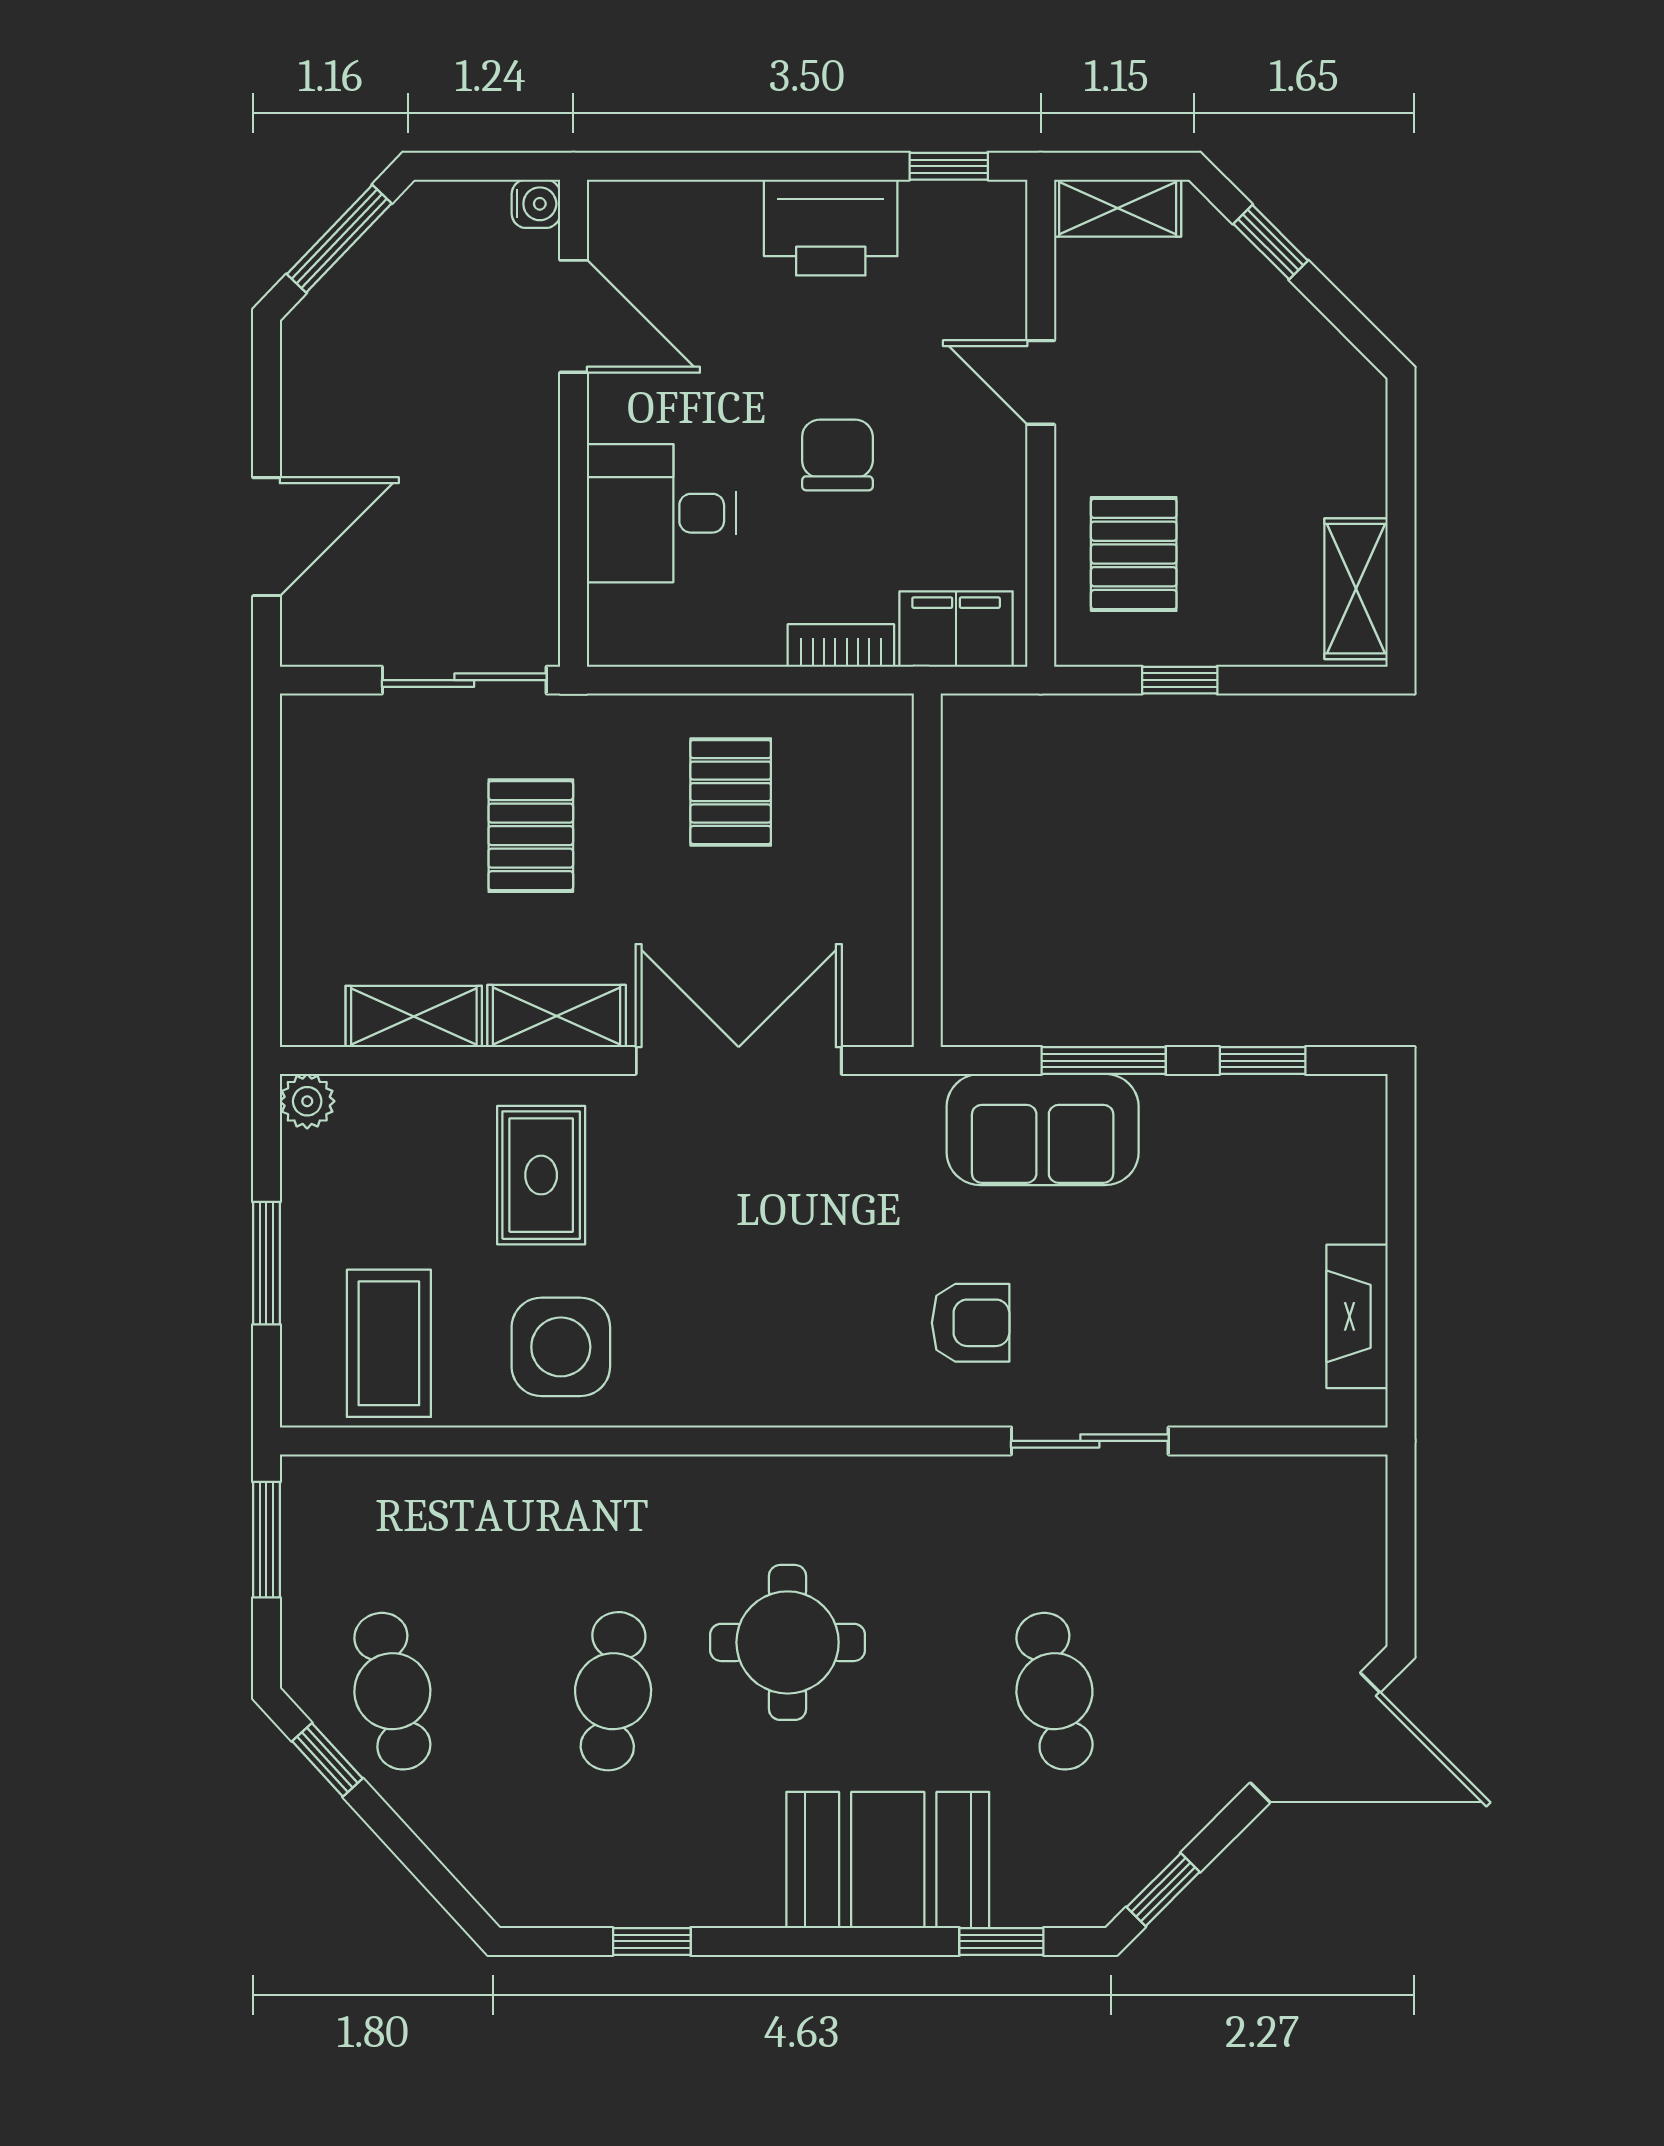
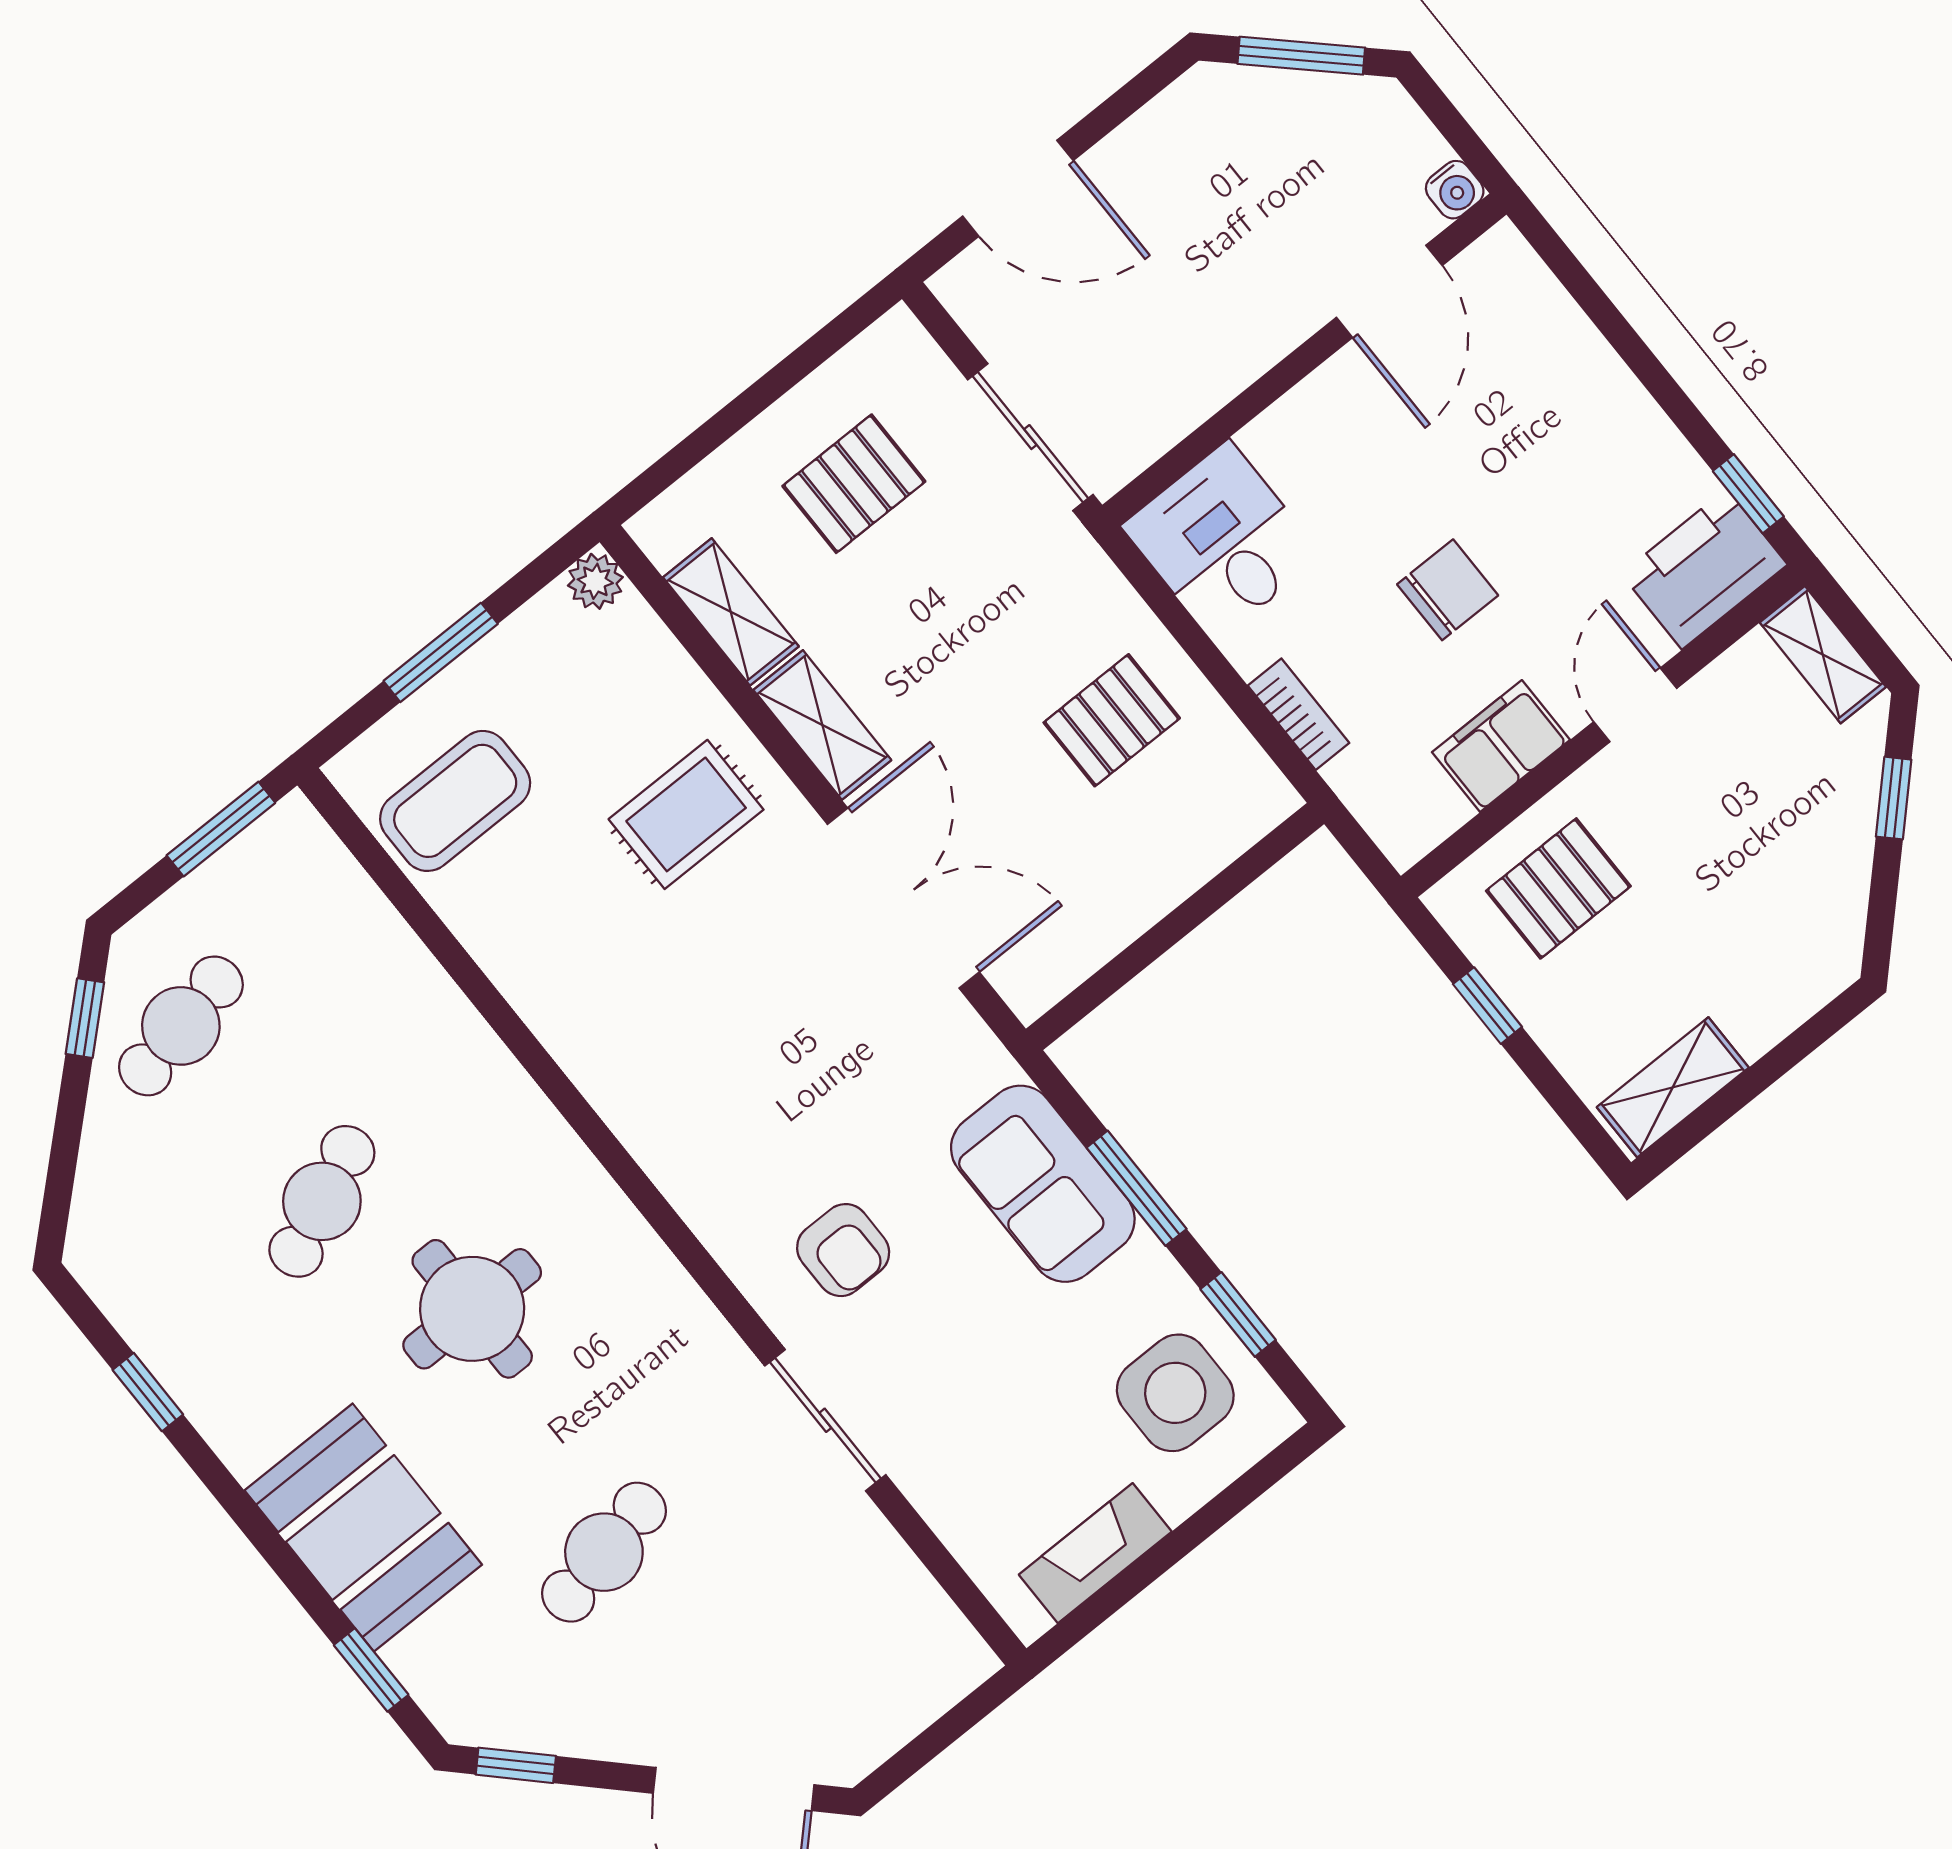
printer: (831, 227) -> (1704, 569), moved, turned 90
desk: (661, 513) -> (1222, 541), moved
filing cabinet: (956, 629) -> (1501, 746), moved, turned -90
pallet: (531, 836) -> (854, 484), moved
side table: (561, 1347) -> (1175, 1393), moved
cafe table: (613, 1691) -> (322, 1201), turned -30

